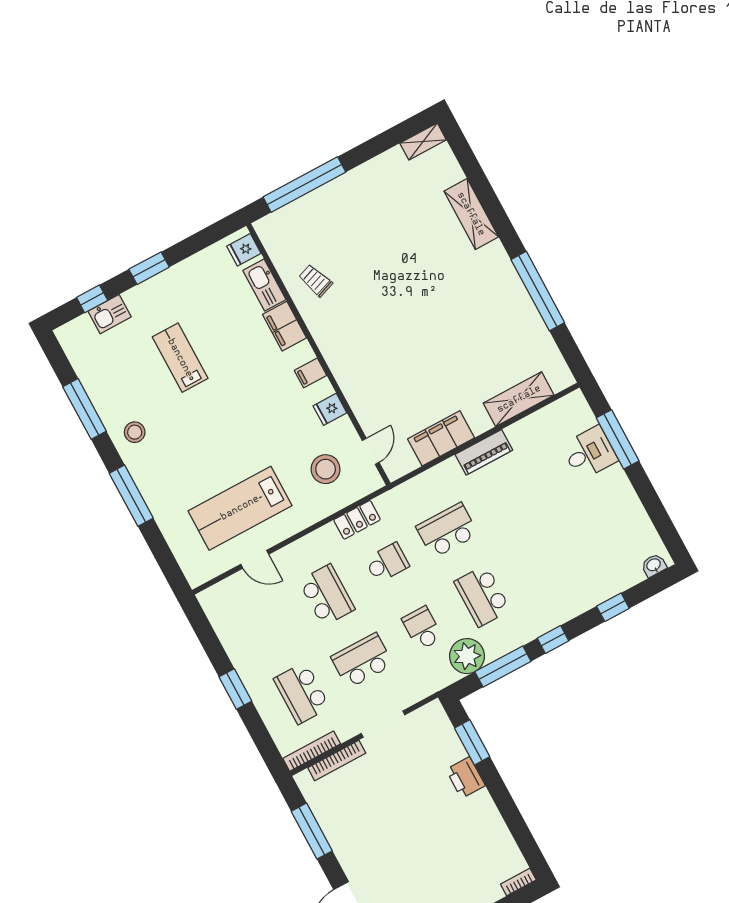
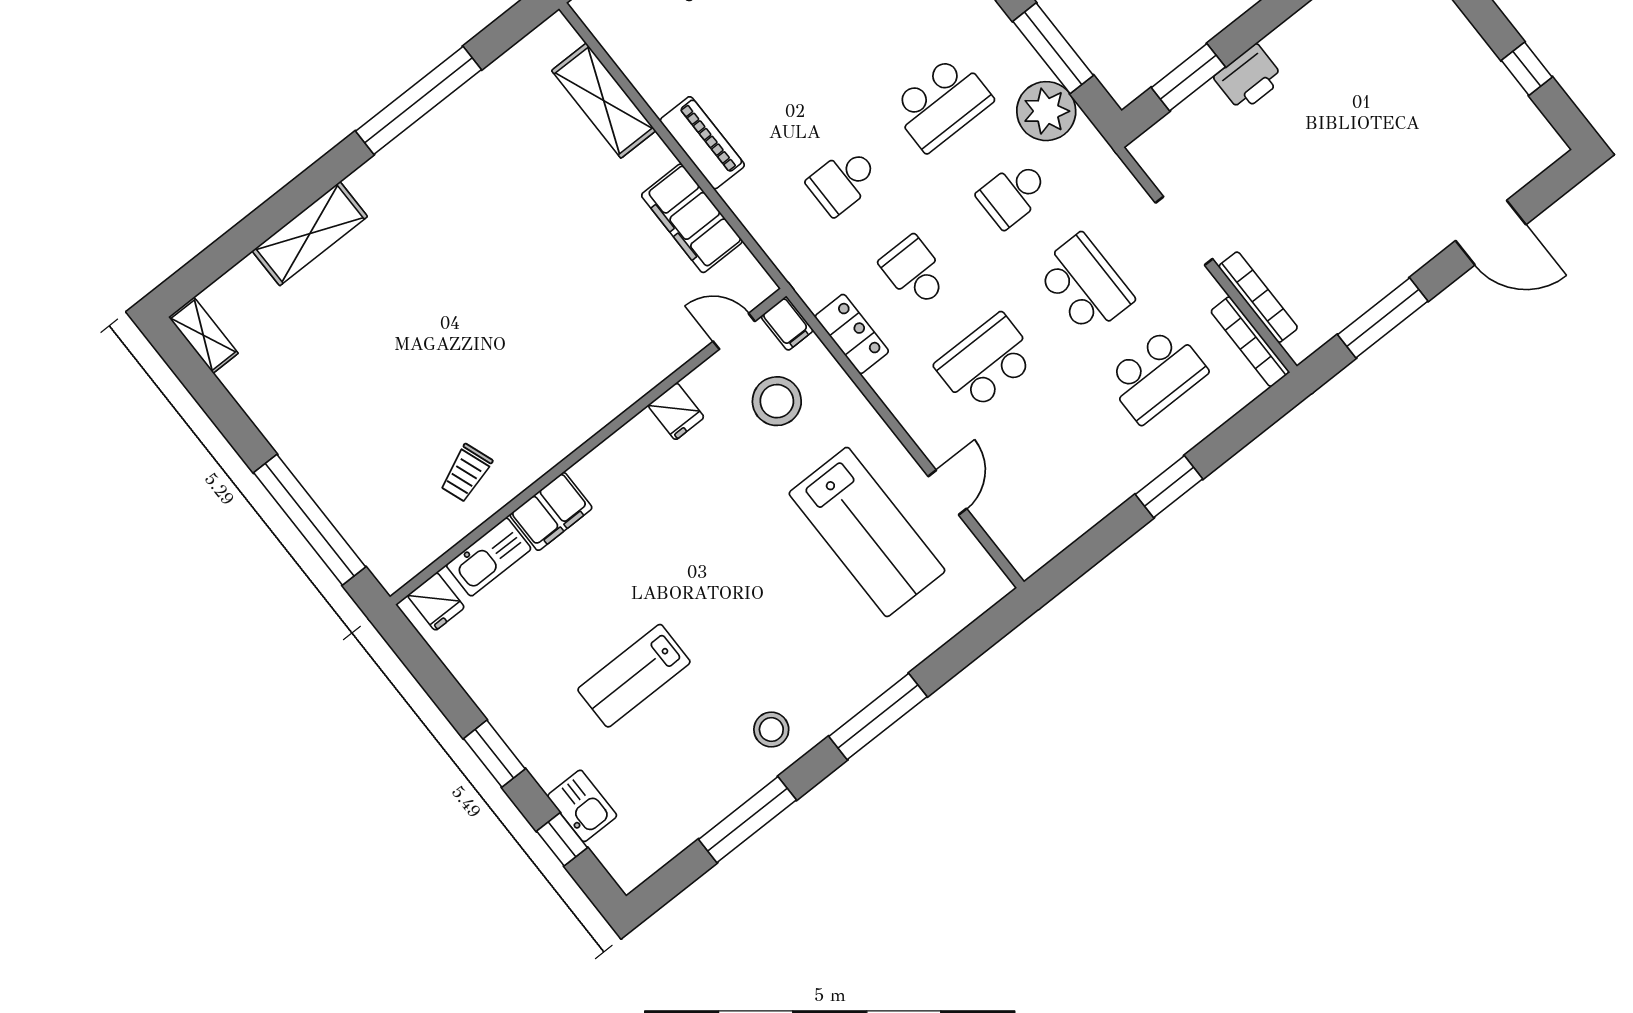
filing cabinet: (310, 373) -> (787, 324), moved
school desk: (447, 530) -> (843, 181), width x0.54
school desk: (362, 661) -> (1085, 284), turned 180

